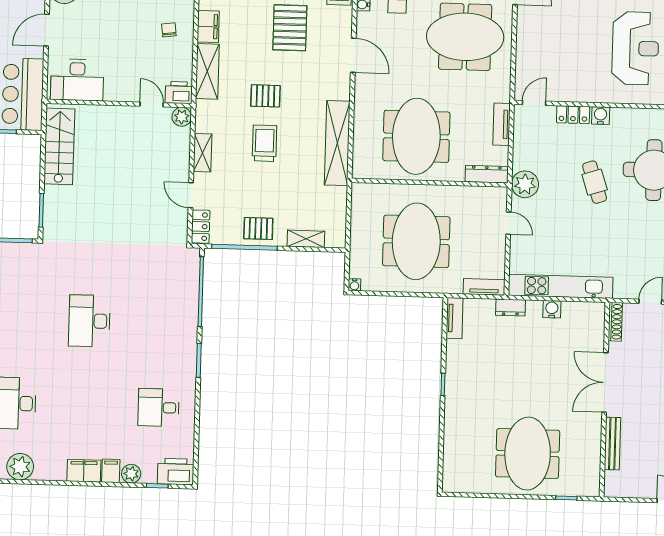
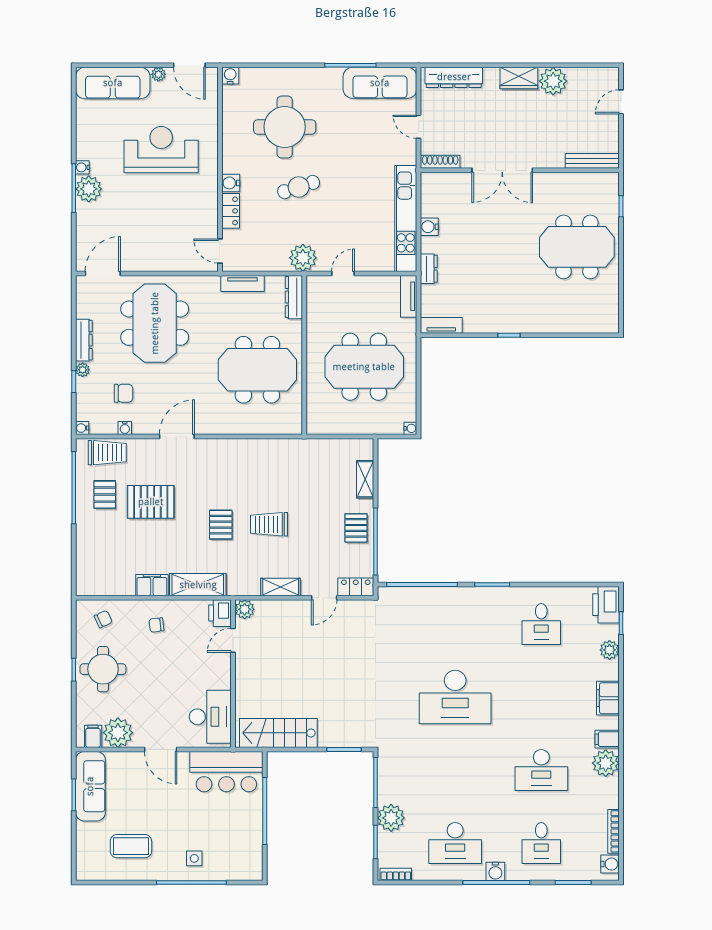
shelving: (337, 143) -> (267, 450), removed
desk: (89, 321) -> (455, 697), width x1.36, depth x1.30
bench: (612, 444) -> (592, 161), moved
filing cabinet: (111, 471) -> (607, 739), moved

